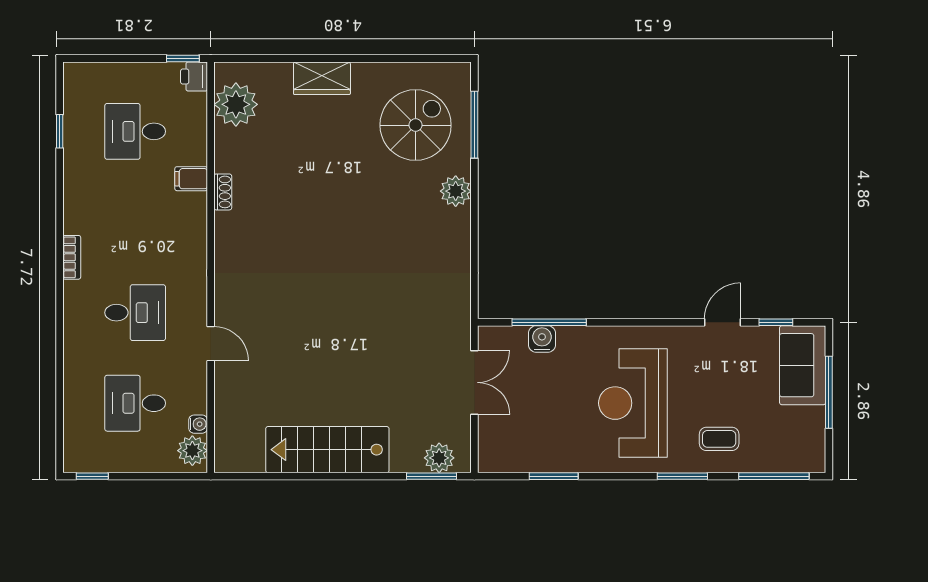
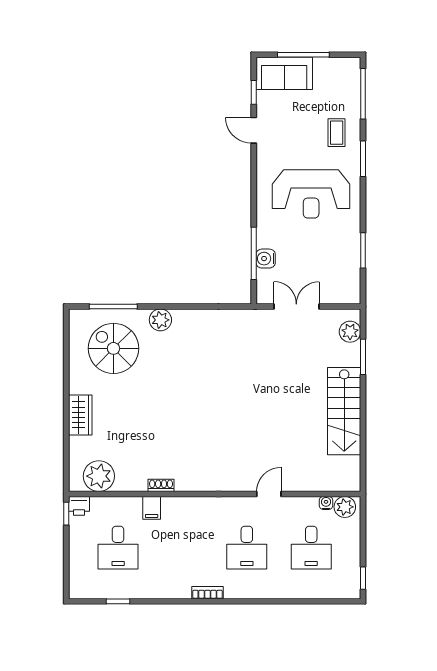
desk: (135, 313) -> (247, 548), turned 180
window: (432, 476) -> (363, 357), moved

